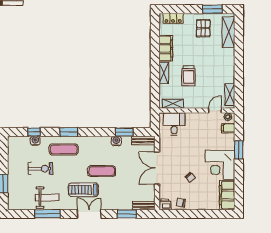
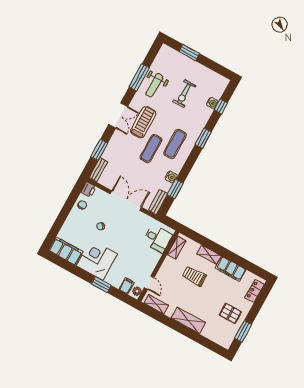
shelving: (229, 32) -> (188, 320), moved
exercise mat: (64, 149) -> (175, 144), moved

